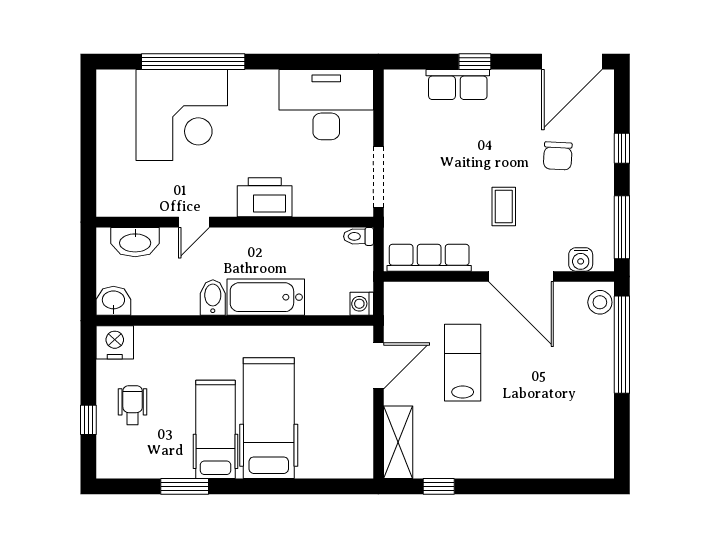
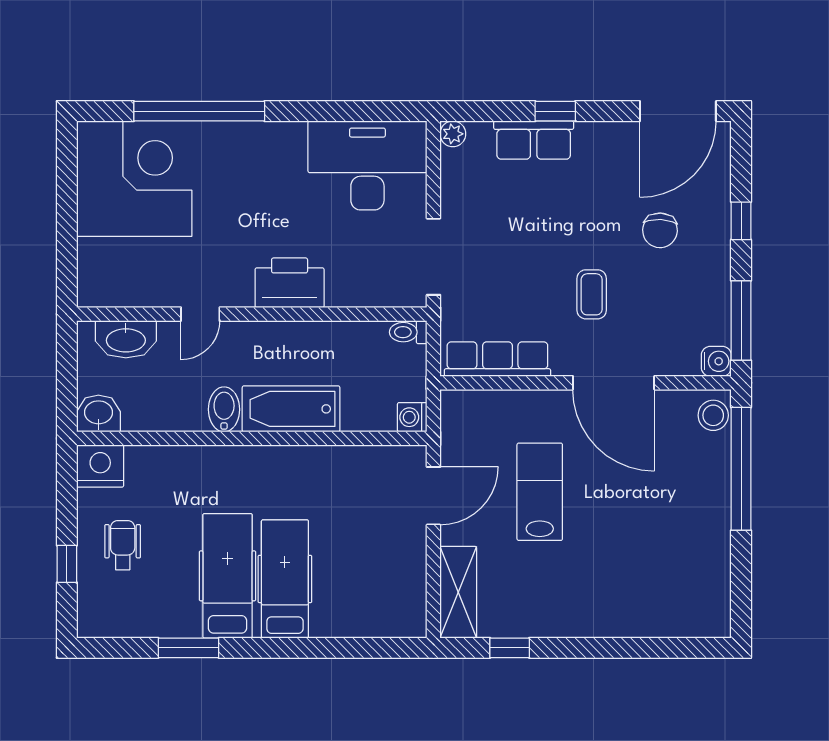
plant: (394, 80) -> (453, 134), added
corner desk: (182, 115) -> (134, 179), moved, turned -90
water cooler: (581, 259) -> (716, 361), moved, turned -90
hospital bed: (269, 418) -> (285, 579), width x0.73, depth x0.78

